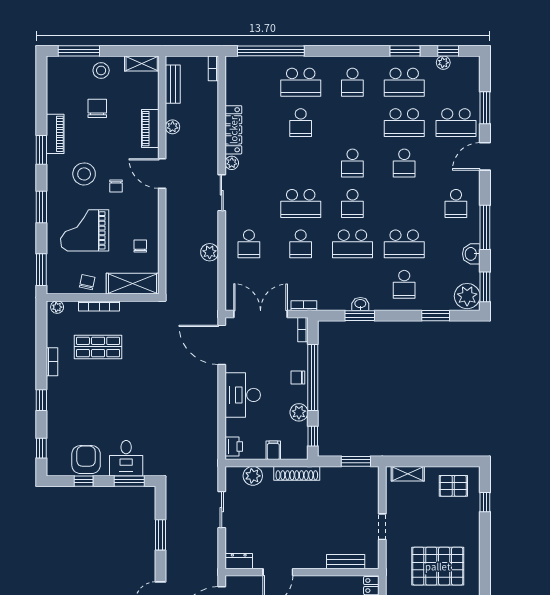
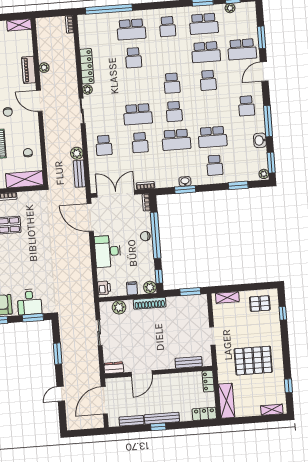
bench: (173, 84) -> (79, 174), moved
plant: (467, 296) -> (264, 174), width x0.53, depth x0.53
plant: (299, 412) -> (150, 287), moved

